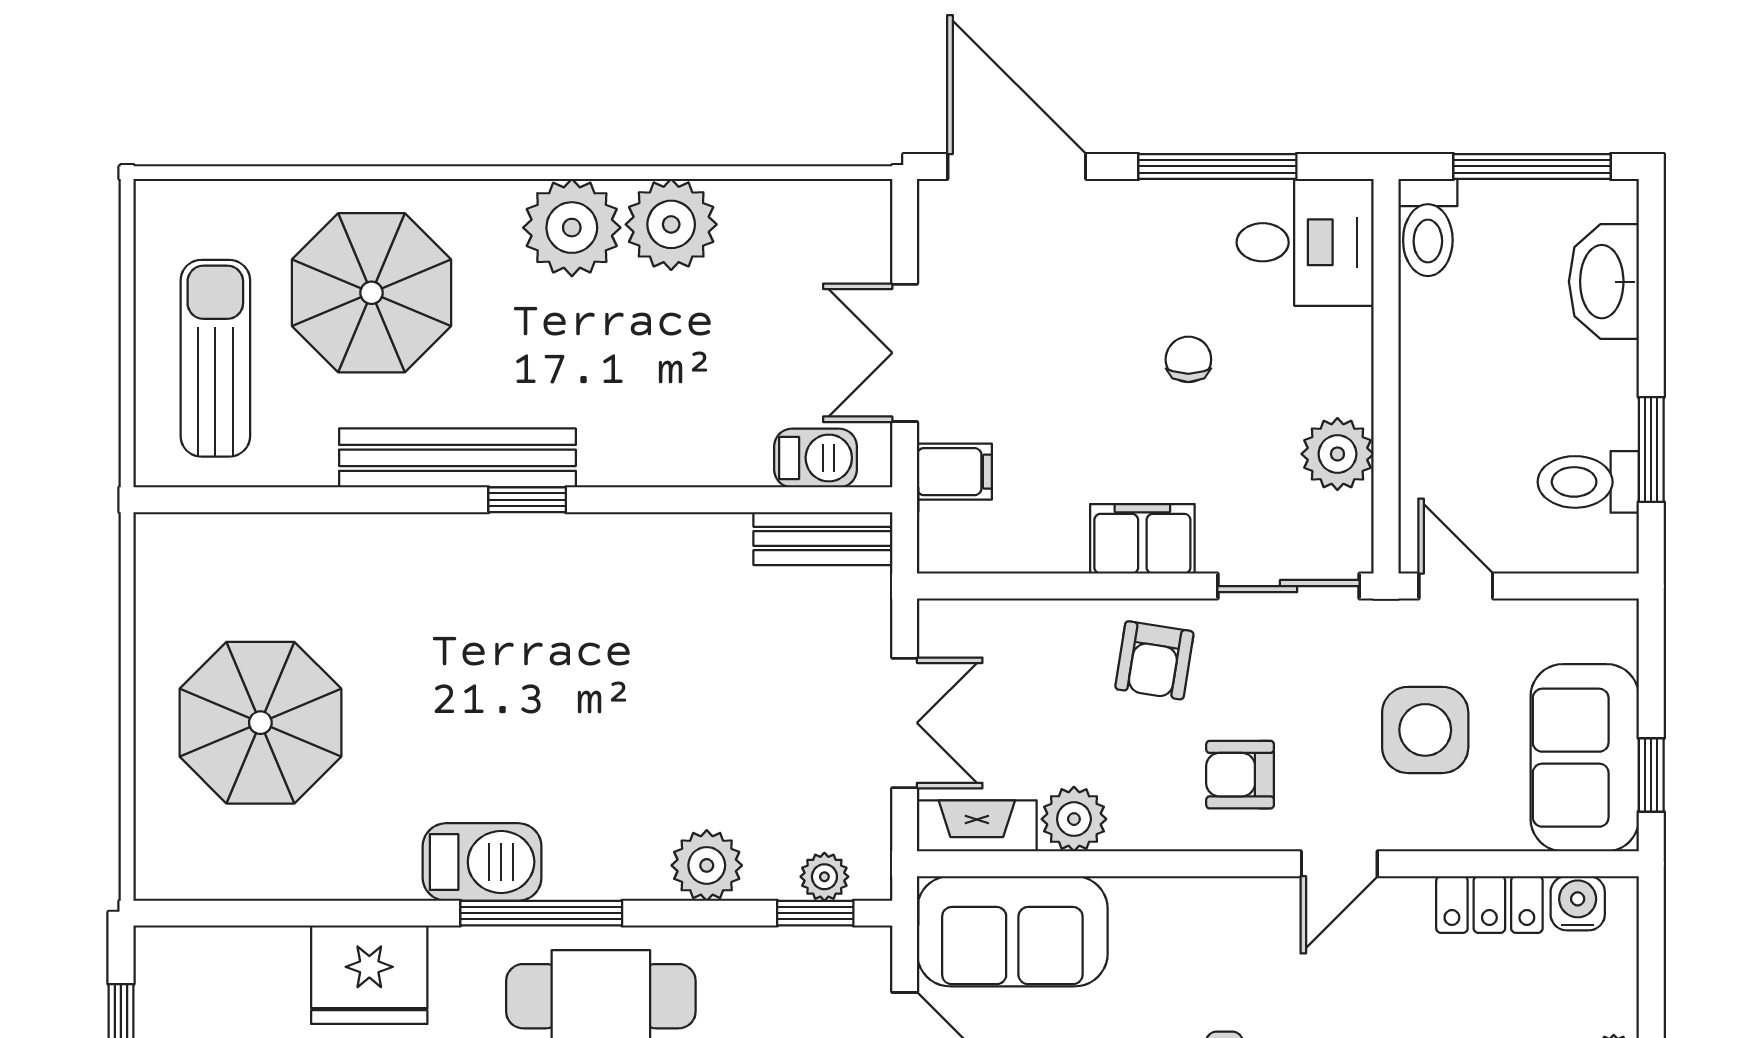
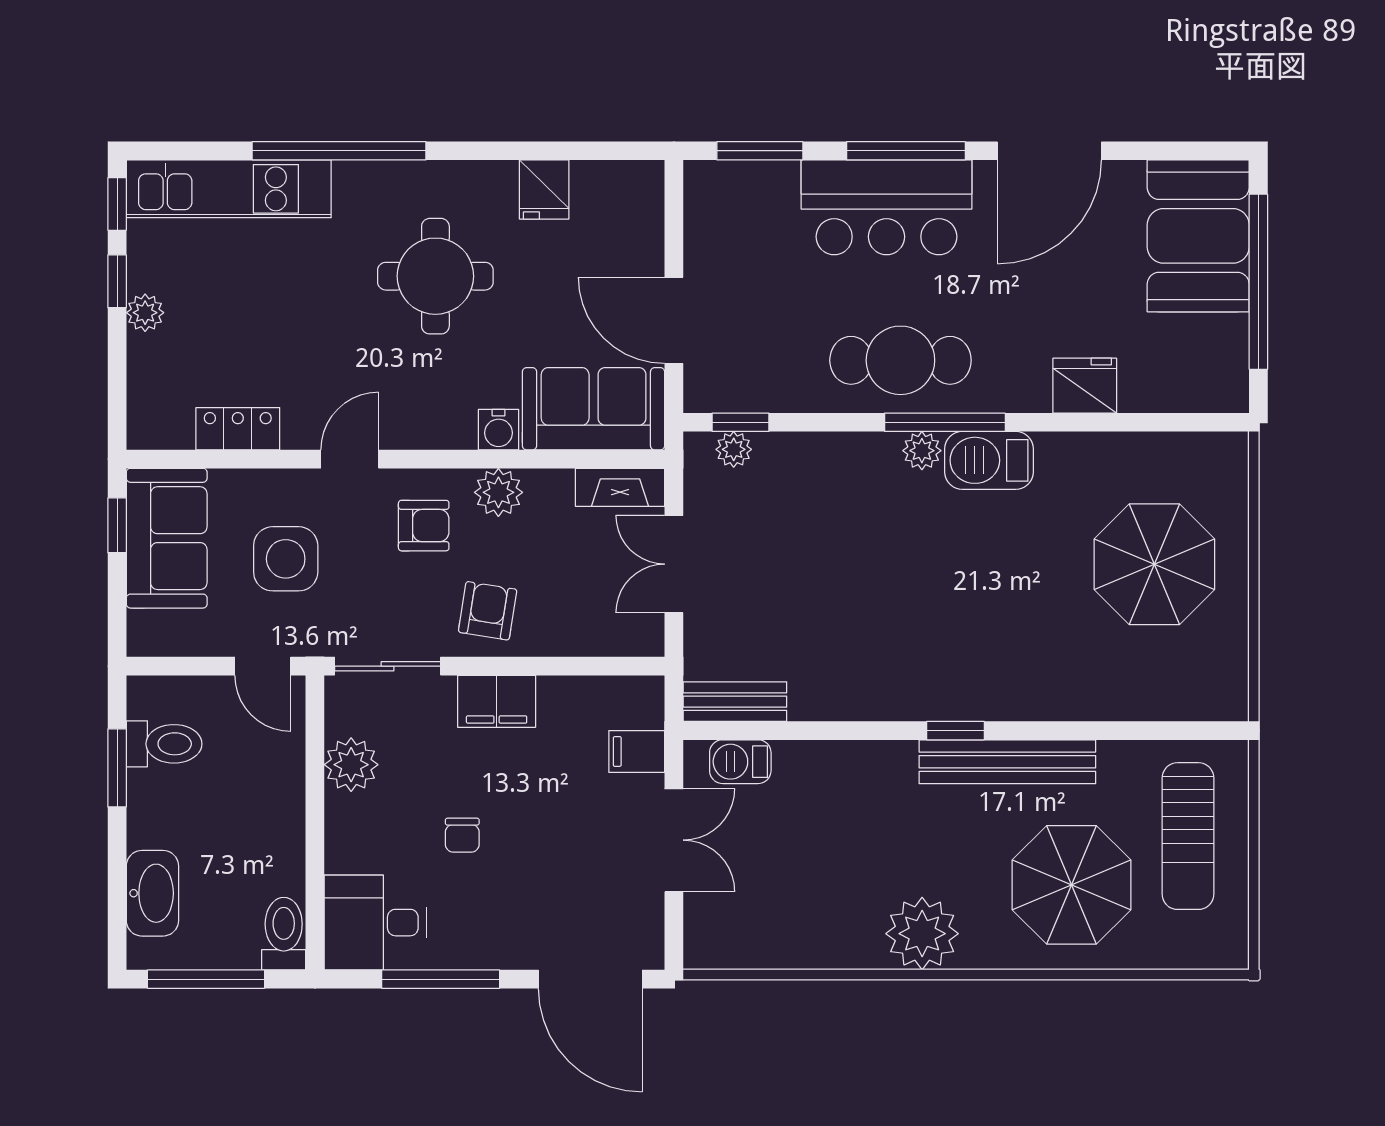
plant: (671, 224) -> (848, 936), removed
plant: (1074, 819) -> (498, 492), moved
plant: (707, 865) -> (922, 451), moved, width x0.73, depth x0.73
water cooler: (1578, 903) -> (499, 430), moved
fridge: (369, 975) -> (1085, 386), width x0.73, depth x0.75

